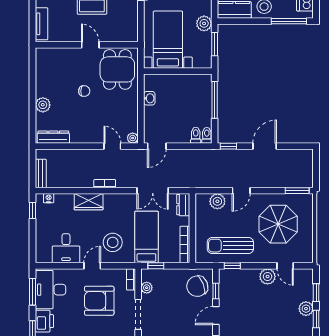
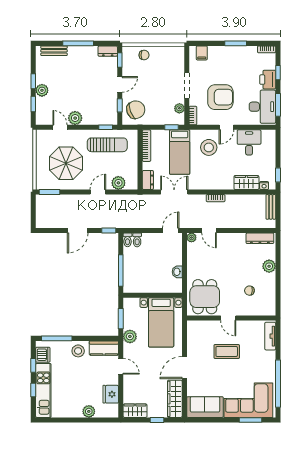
chair: (84, 91) -> (249, 291), moved
wardrobe: (89, 202) -> (246, 183), moved

